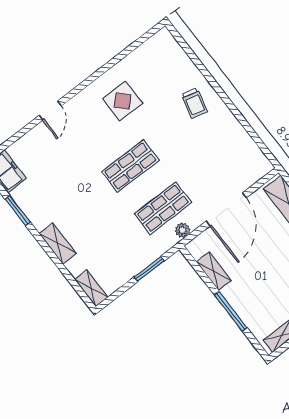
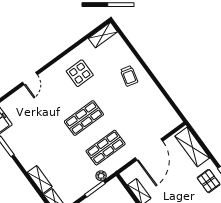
shelving: (155, 45) -> (103, 35), added
plant: (182, 230) -> (101, 176), moved
shelving: (58, 243) -> (40, 180), moved

